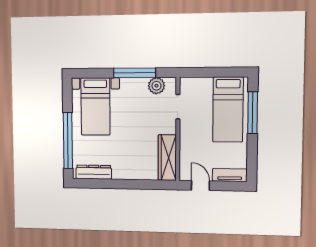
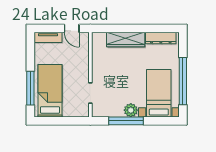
plant: (156, 86) -> (131, 110), moved
window: (68, 141) -> (183, 81), moved
wardrobe: (167, 158) -> (126, 39), moved, turned 90

